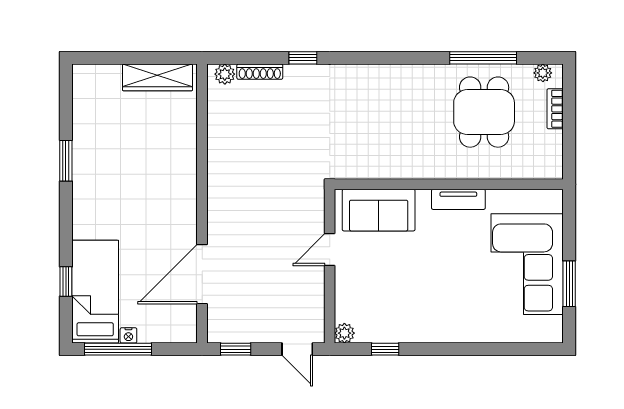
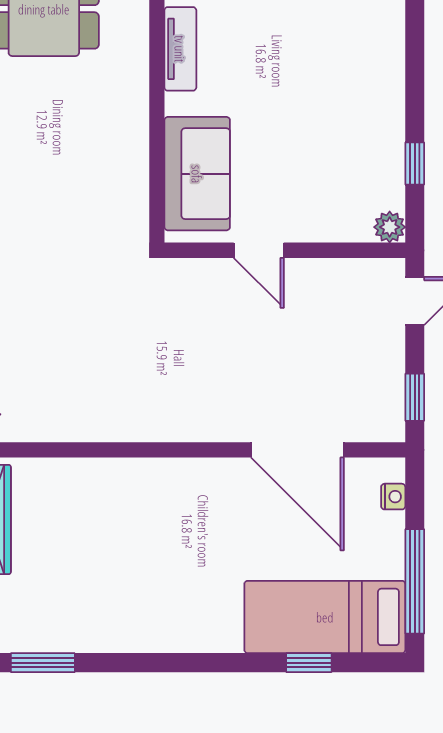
window: (66, 161) -> (43, 663), moved
nightstand: (128, 335) -> (393, 497), moved

